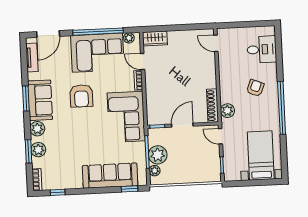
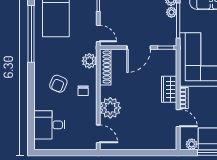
wardrobe: (155, 38) -> (169, 89), moved, turned -90
plant: (206, 68) -> (110, 108), added
chair: (232, 83) -> (83, 91), added
window: (282, 108) -> (31, 34), moved
plant: (158, 155) -> (171, 12), width x0.53, depth x0.53

